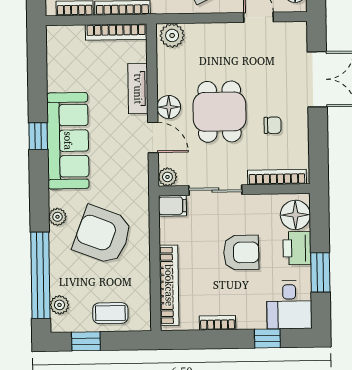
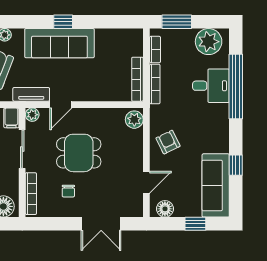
tv unit: (138, 89) -> (31, 94), moved
floor lamp: (169, 107) -> (83, 116), removed

